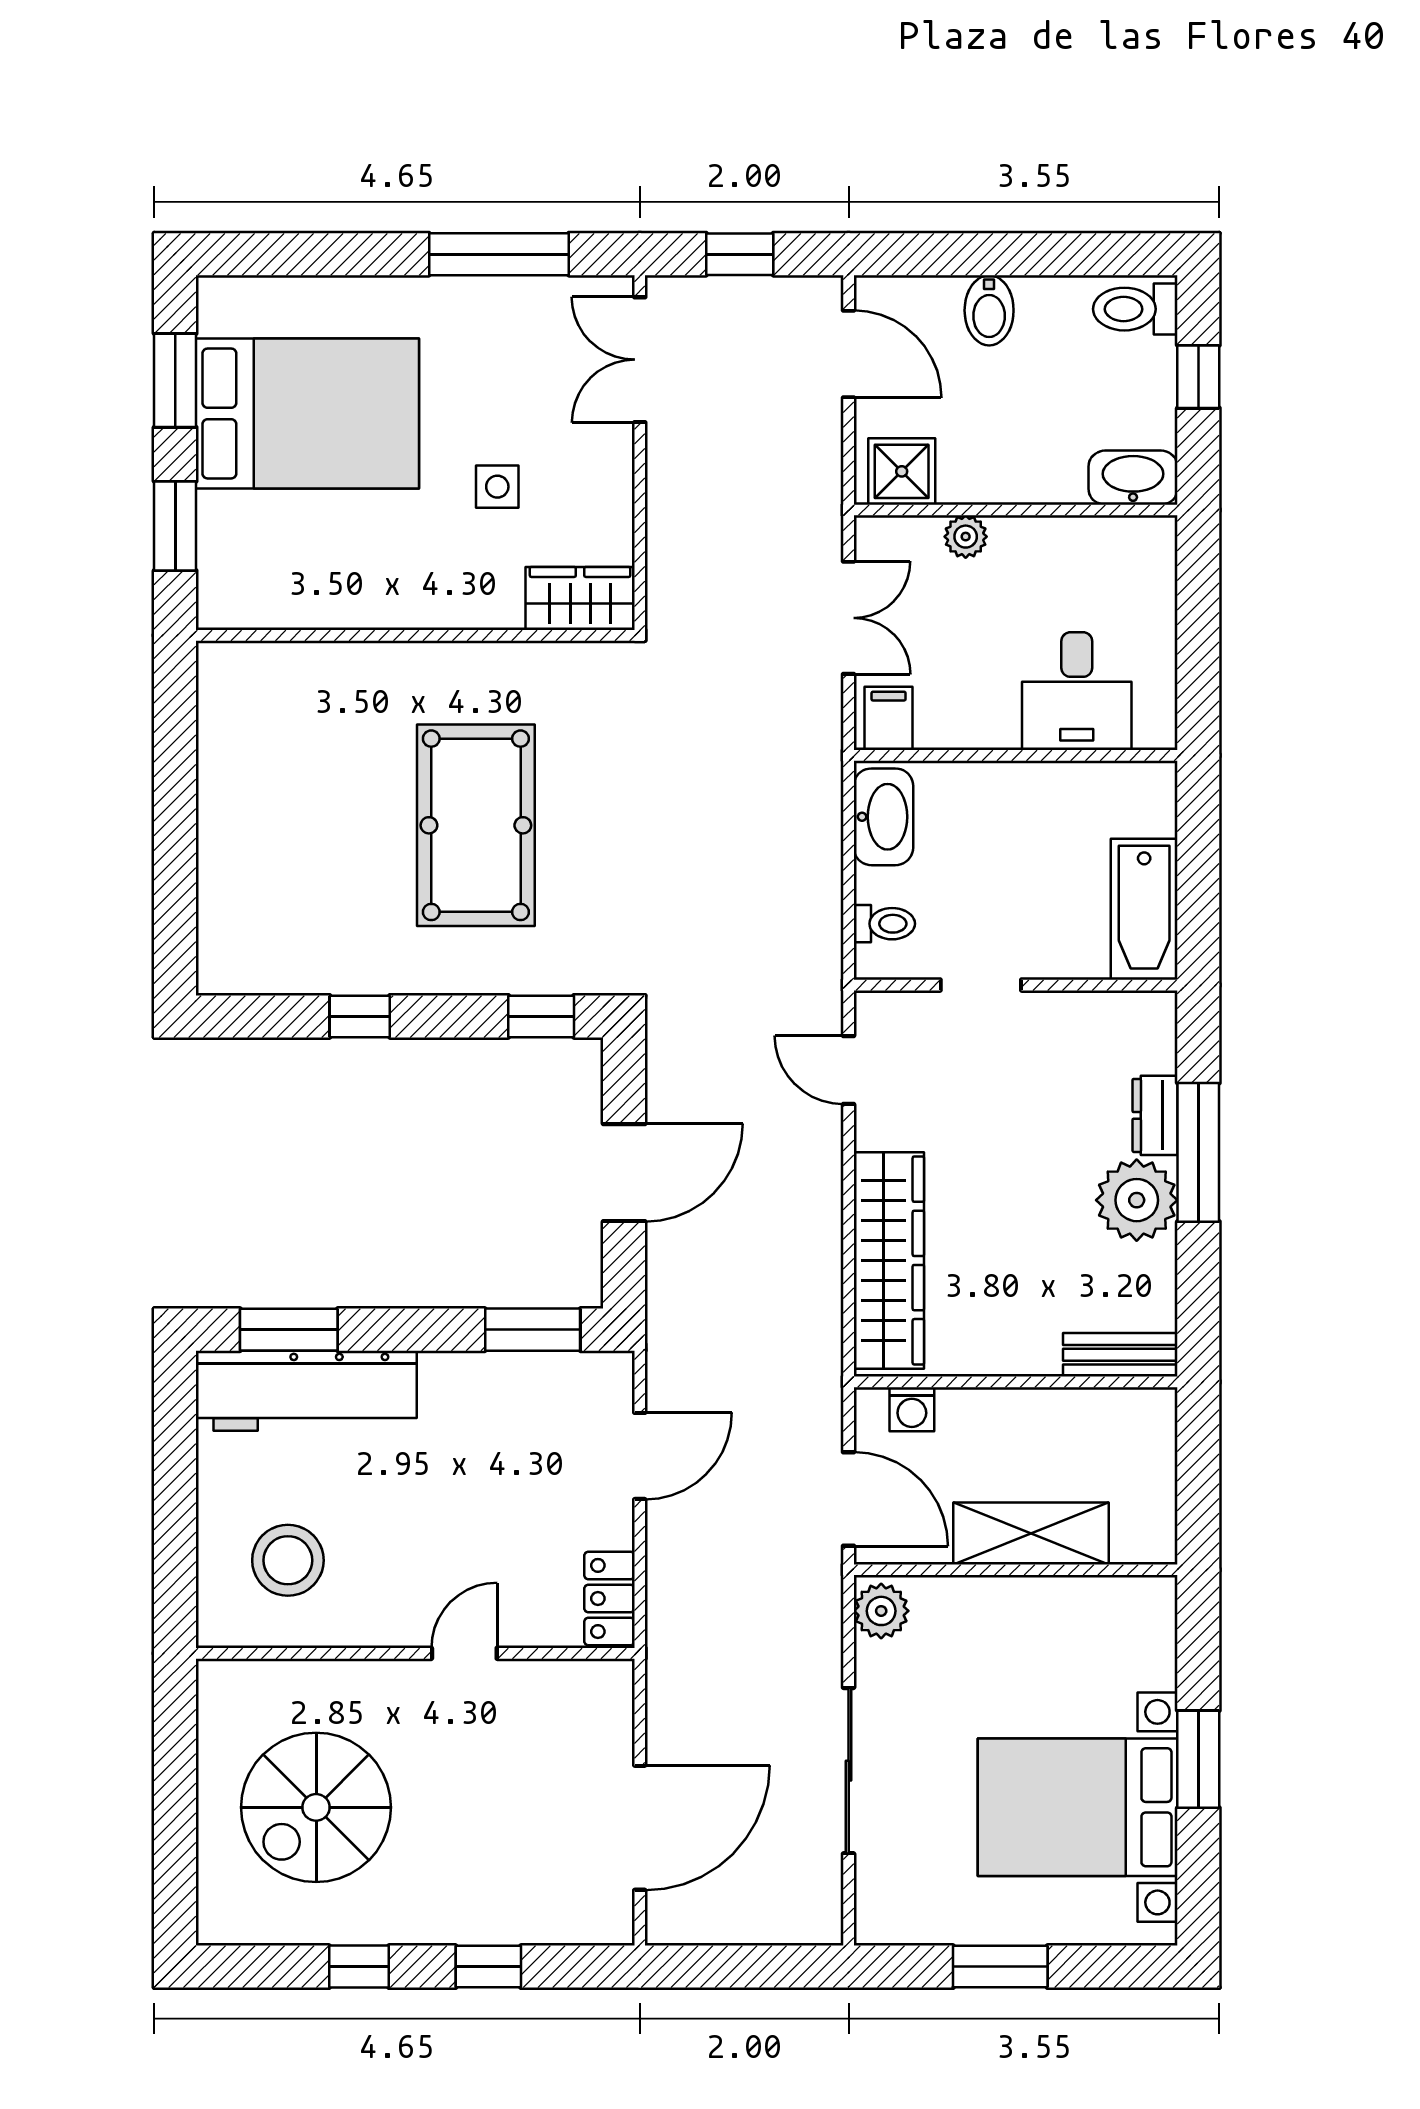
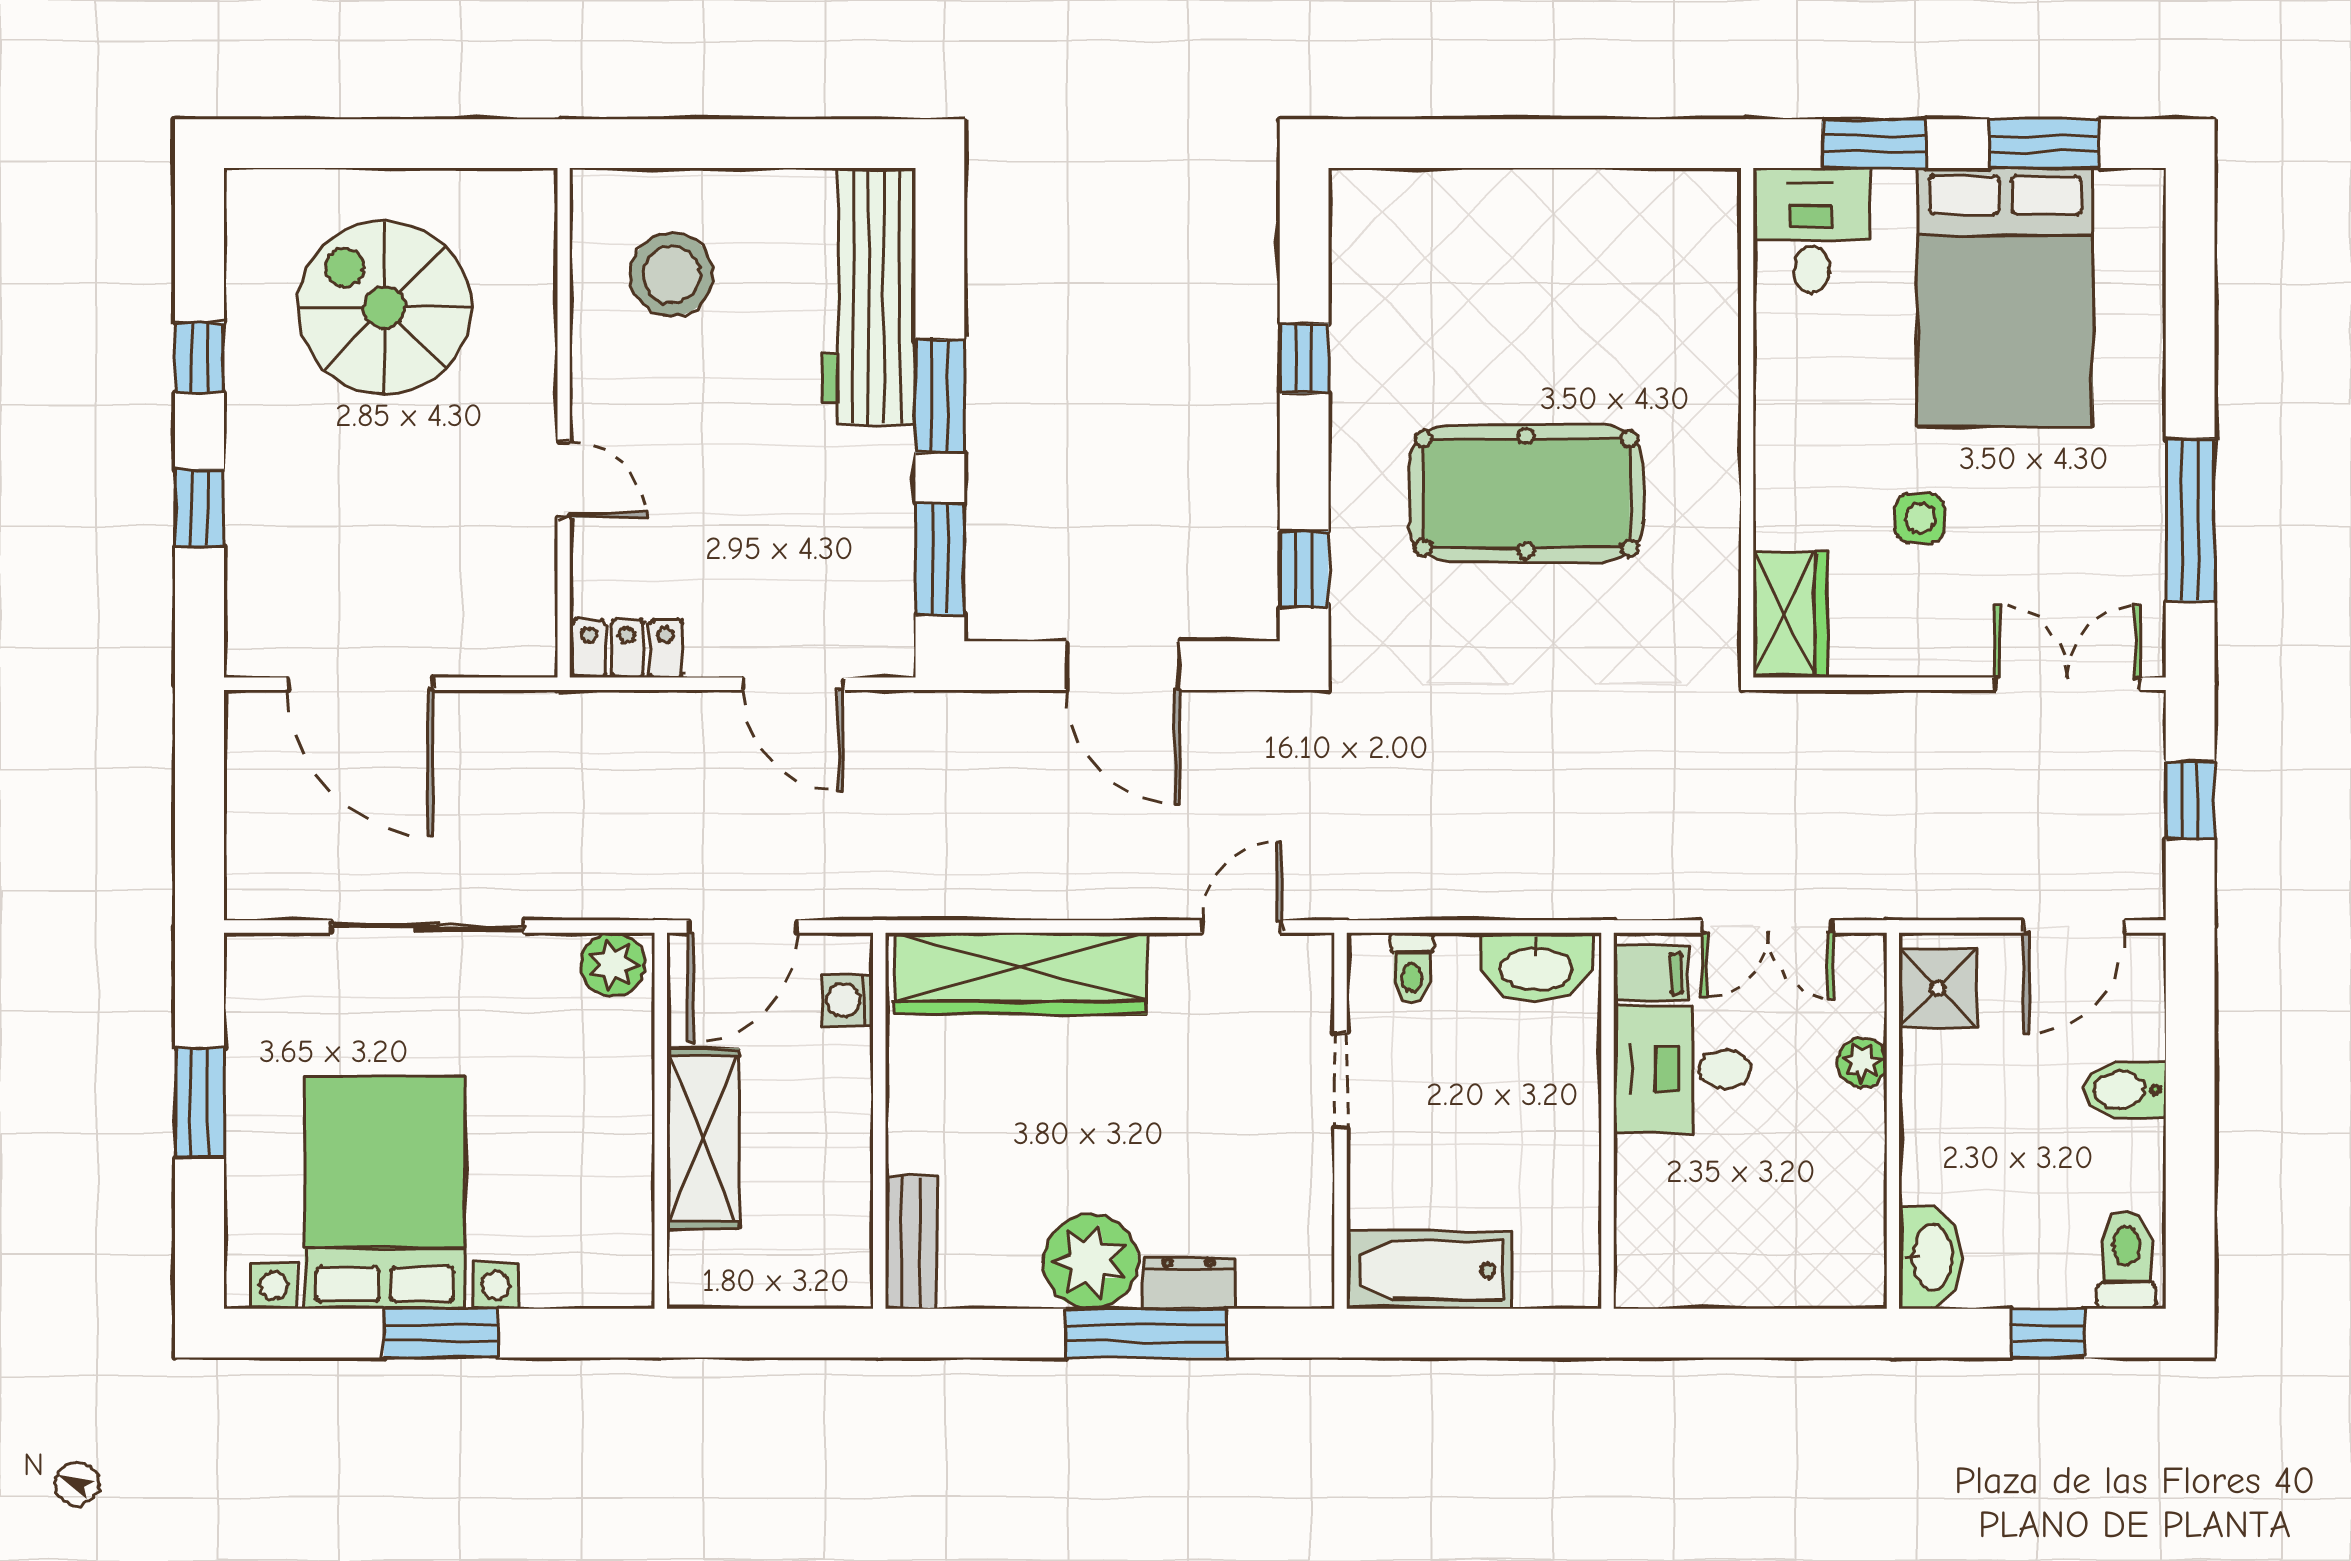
desk: (250, 580) -> (1811, 231), added
desk: (1077, 691) -> (1682, 1069), moved
window: (289, 1330) -> (940, 396), moved

